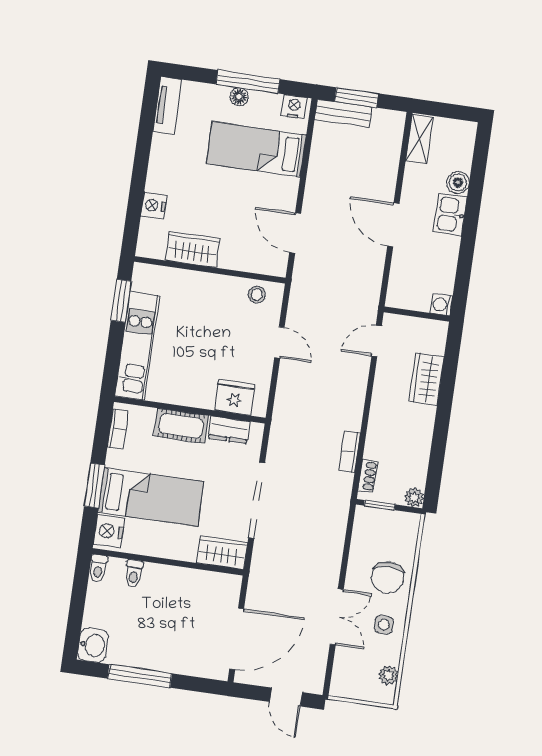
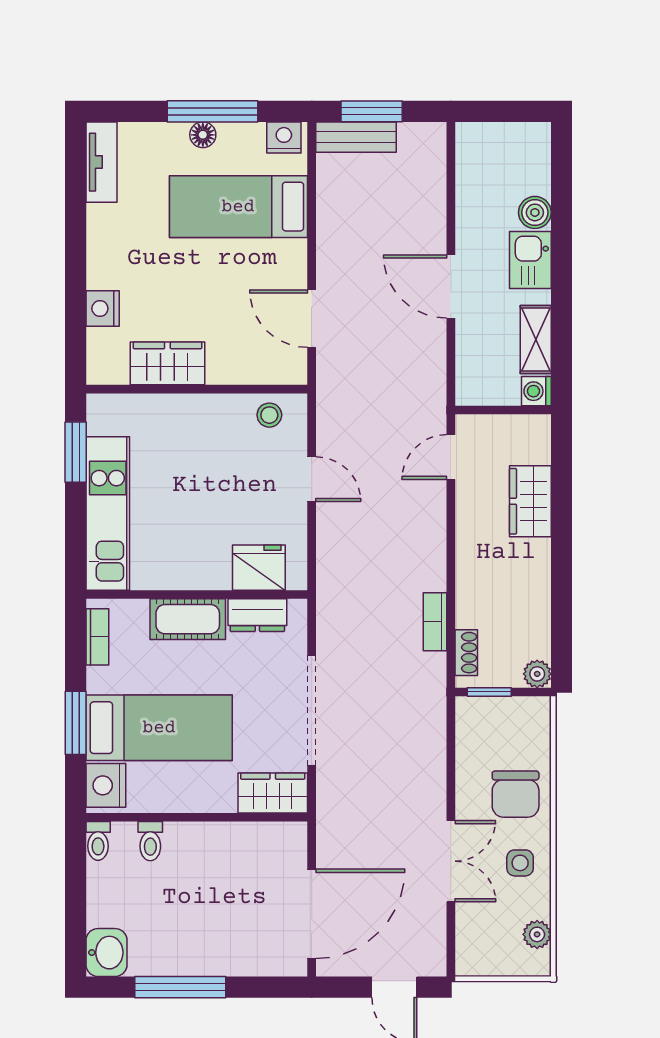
shelving: (419, 139) -> (536, 340), moved

